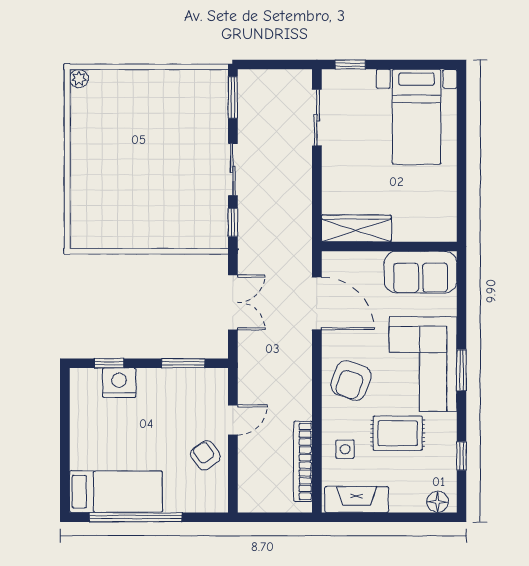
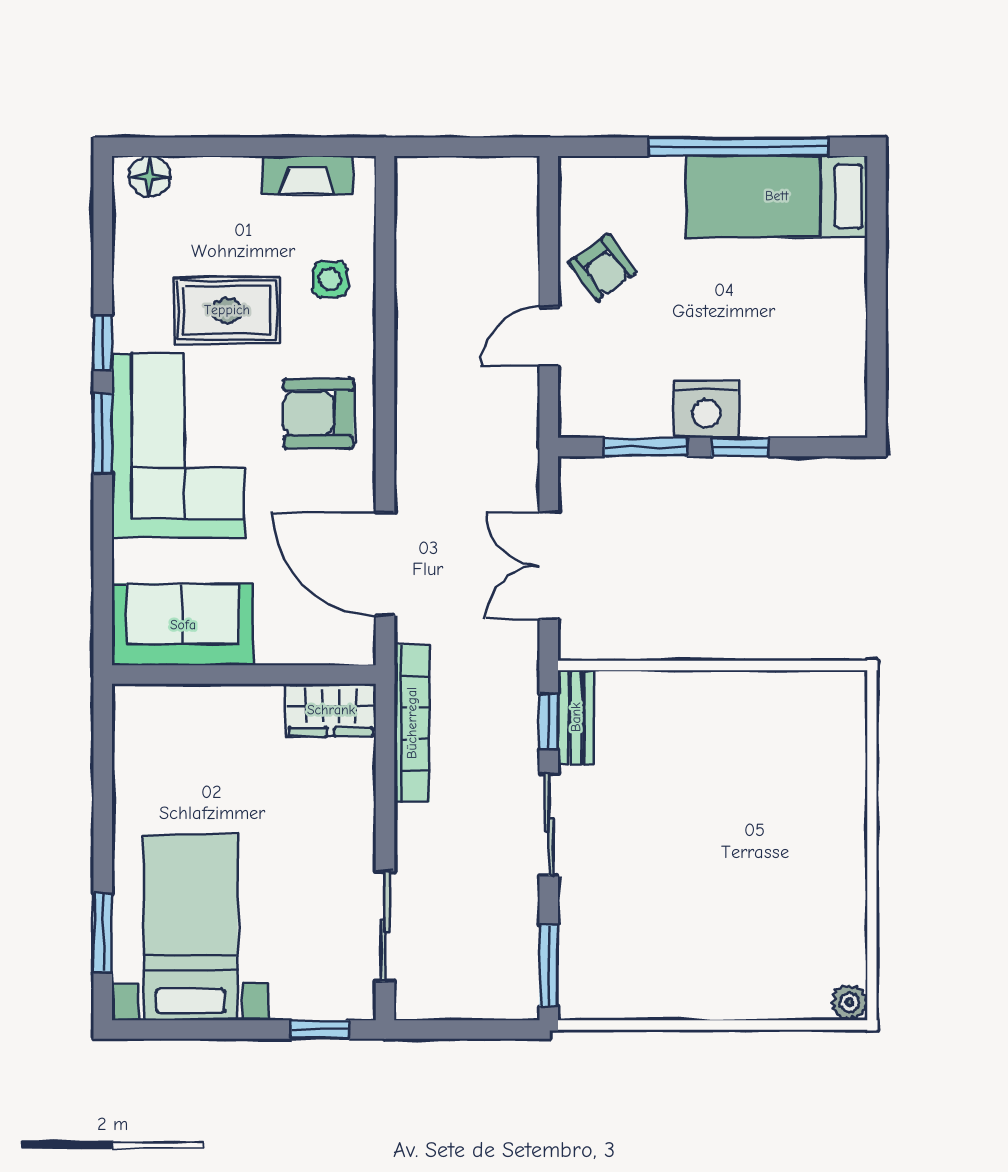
window: (462, 114) -> (103, 933), added
bench: (219, 225) -> (576, 717), added
wardrobe: (356, 228) -> (331, 710), width x0.67
window: (109, 363) -> (740, 447), moved
armchair: (351, 381) -> (318, 413), turned -110
nightstand: (119, 383) -> (706, 409), moved
window: (462, 456) -> (103, 343), moved
bookcase: (303, 461) -> (412, 723), moved
fireplace: (357, 499) -> (307, 175), width x0.73, depth x0.76

